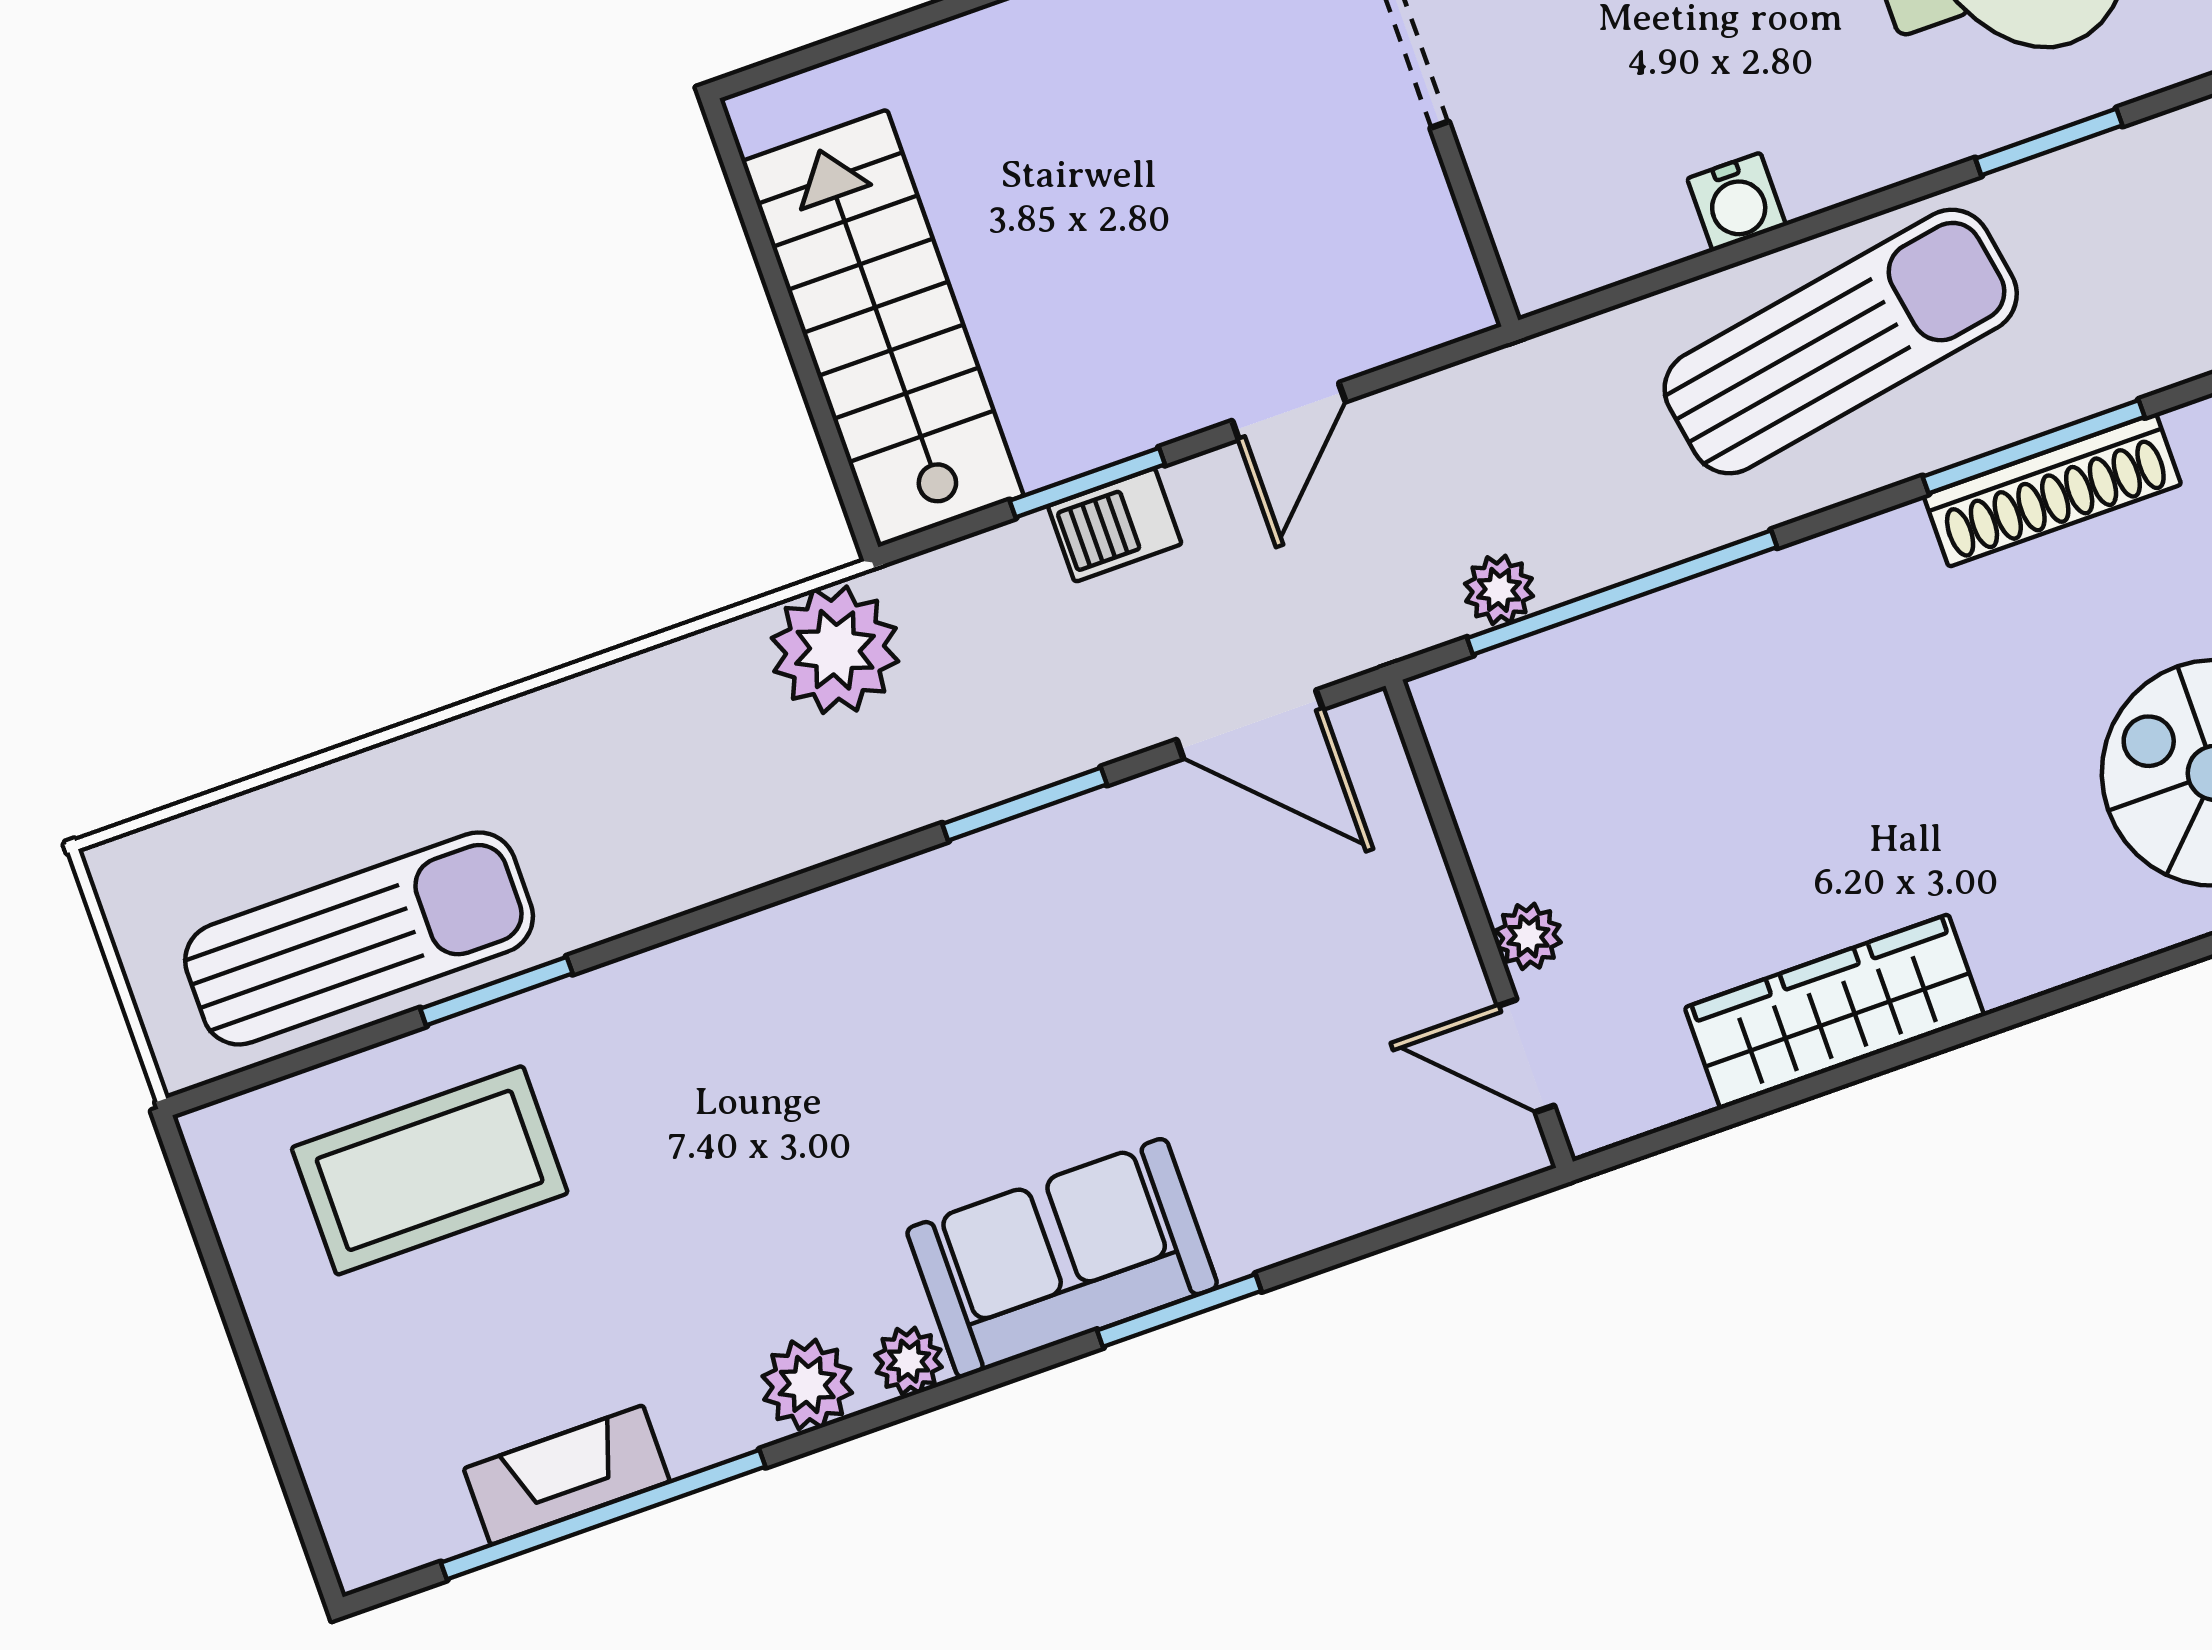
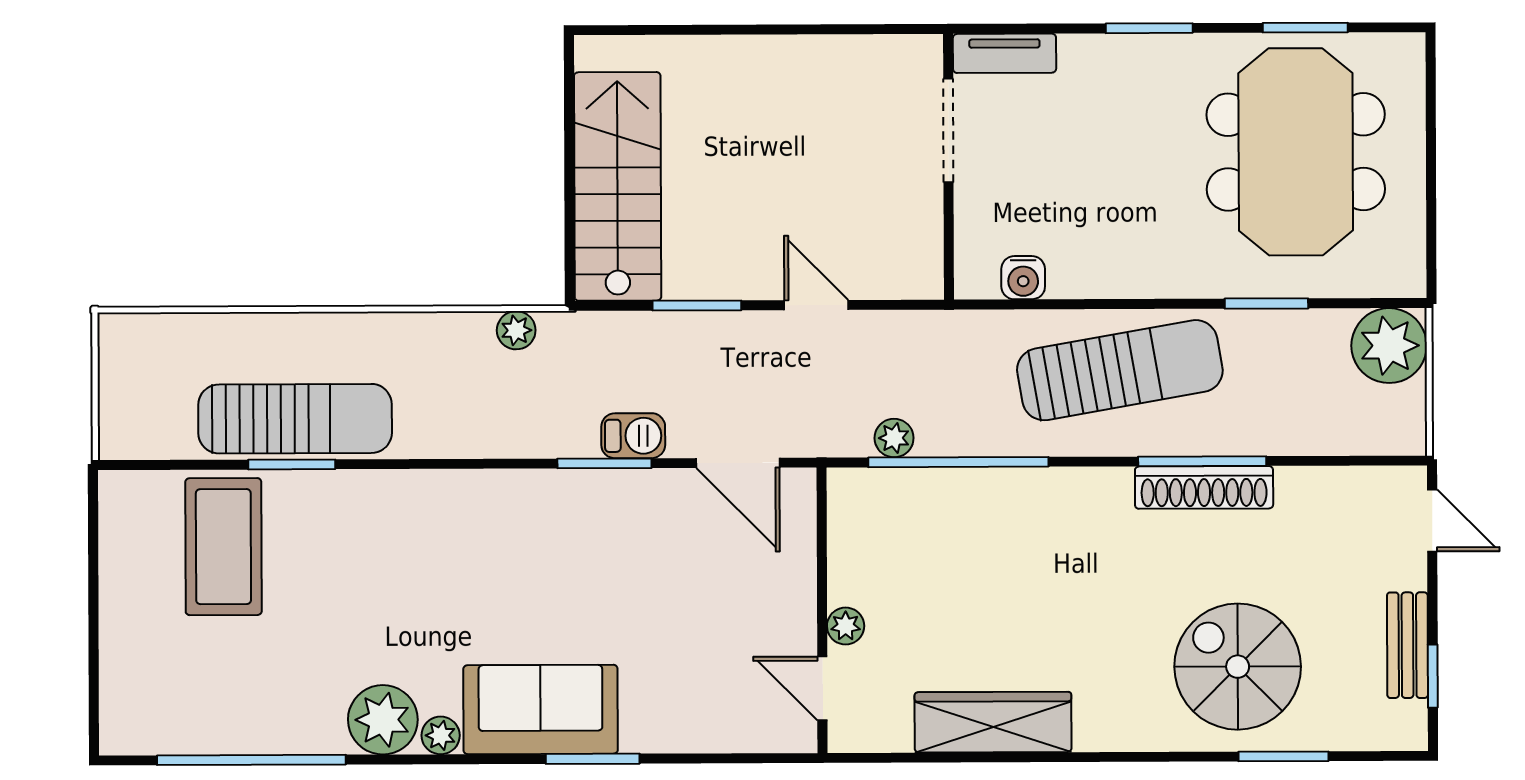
water cooler: (1737, 202) -> (1023, 278), moved
door: (1289, 411) -> (816, 305), swing flipped
barbecue: (1115, 525) -> (633, 436), moved, turned 180
plant: (835, 650) -> (516, 330), width x0.53, depth x0.53
sun lounger: (359, 938) -> (295, 419), moved
coffee table: (430, 1170) -> (223, 547), turned 90
plant: (807, 1384) -> (383, 720), width x1.36, depth x1.36
fireplace: (567, 1475) -> (239, 732), removed

